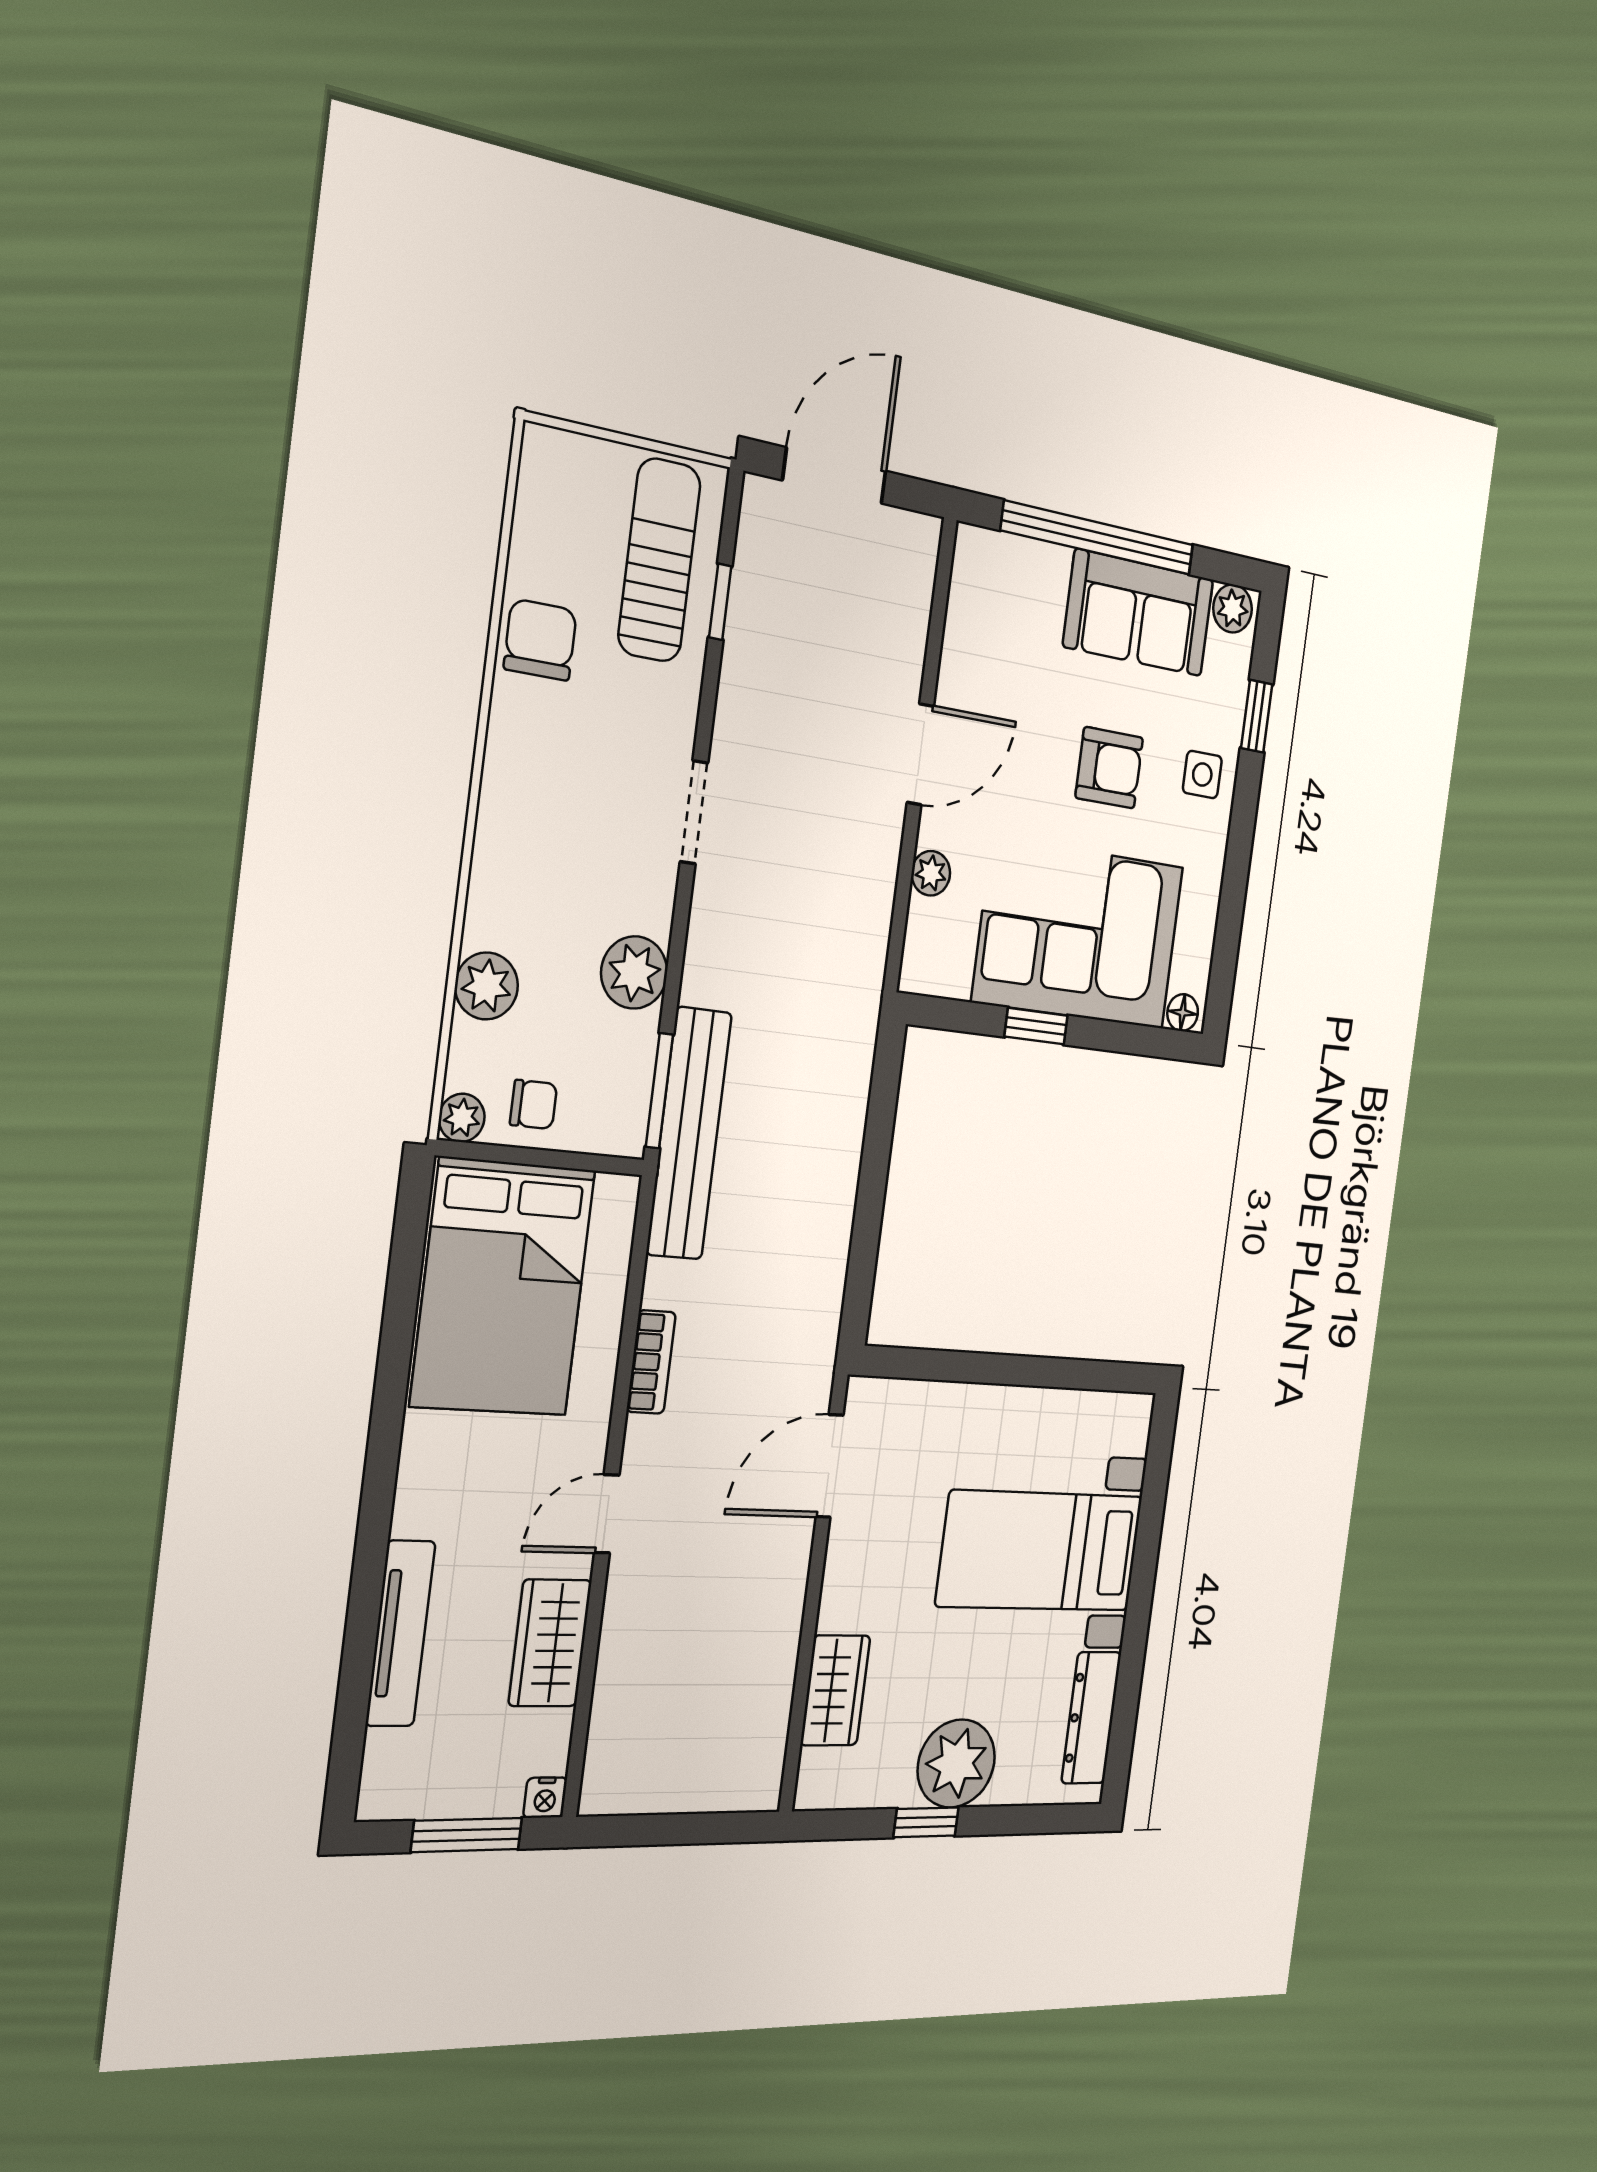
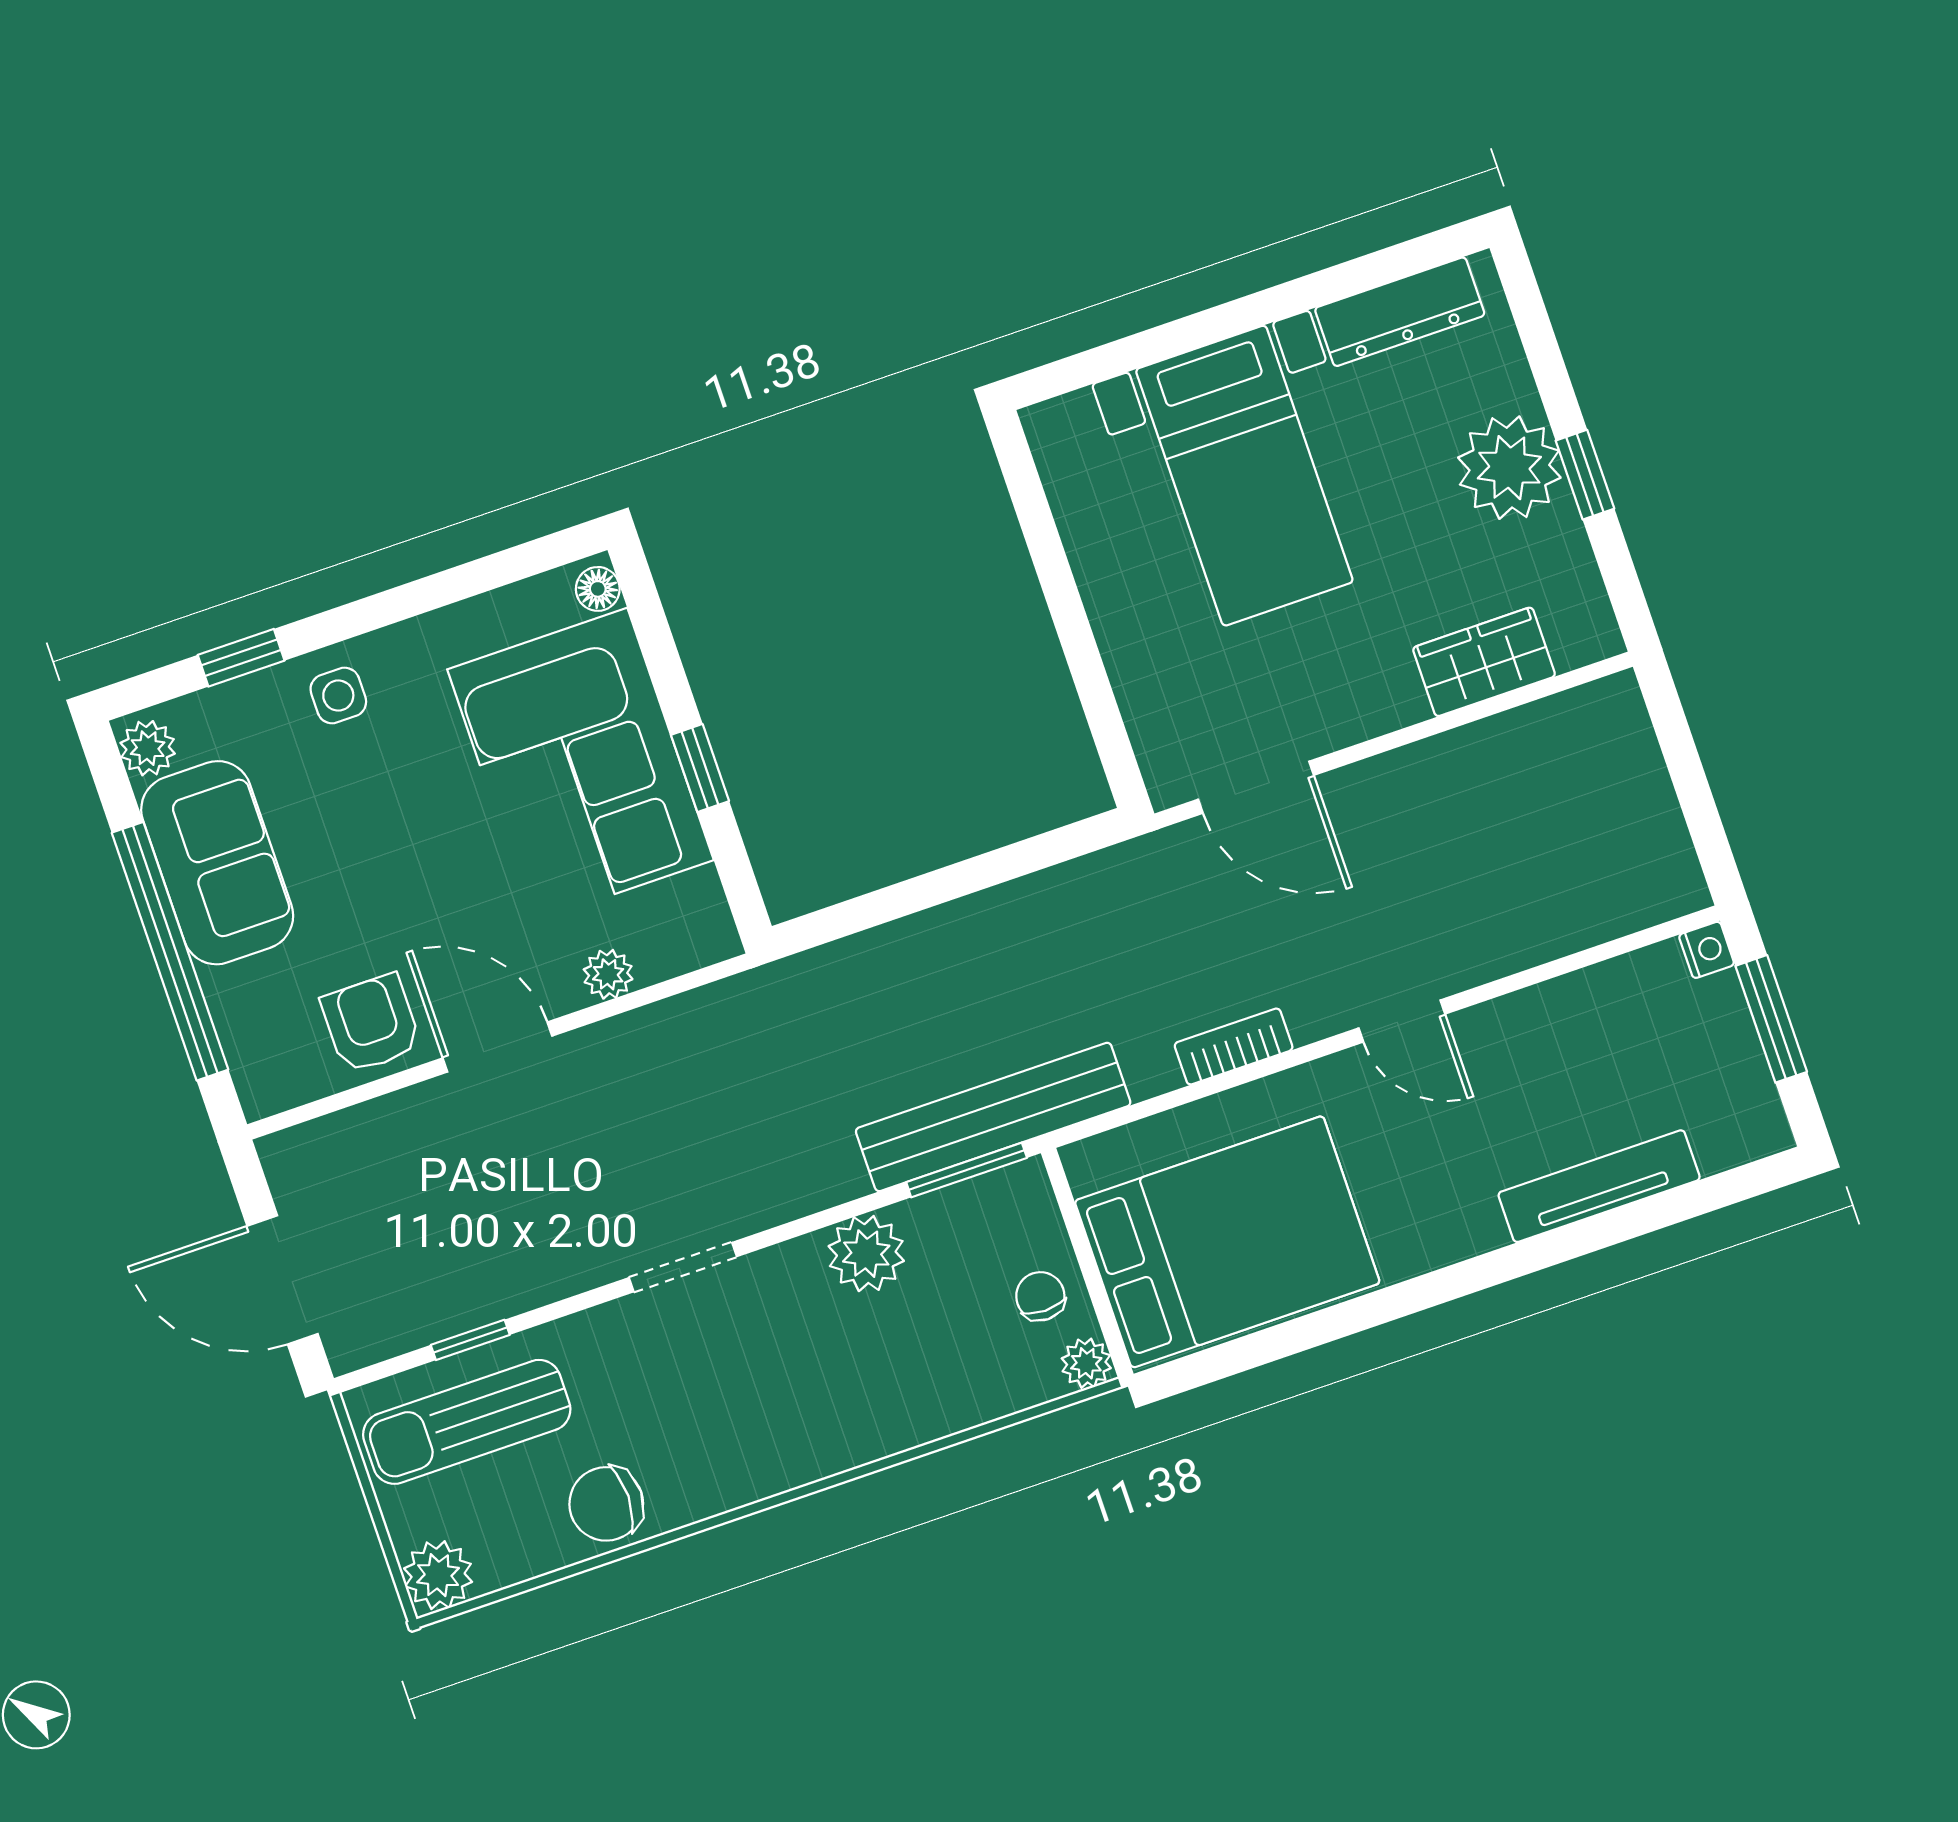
armchair: (1109, 768) -> (371, 1024), moved
plant: (486, 986) -> (438, 1575), moved
wardrobe: (550, 1643) -> (1552, 1020), removed

